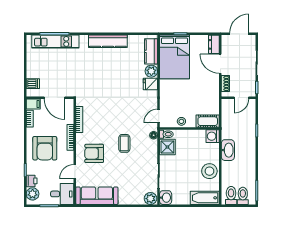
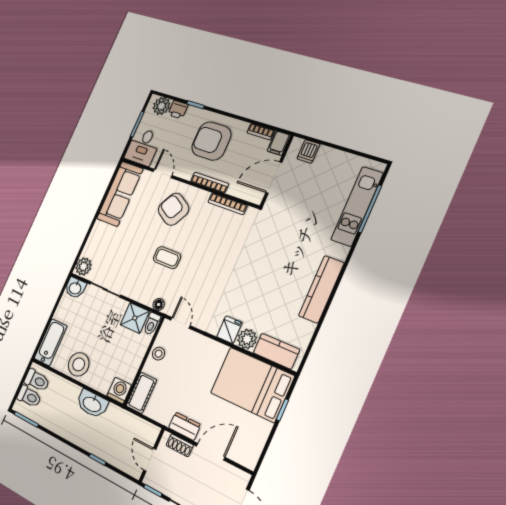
dresser: (214, 44) -> (185, 426), moved
armchair: (94, 153) -> (173, 209), turned -60

